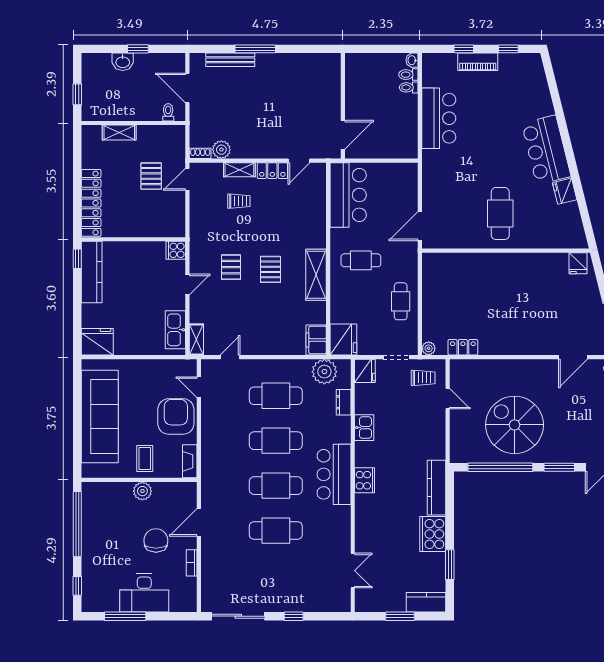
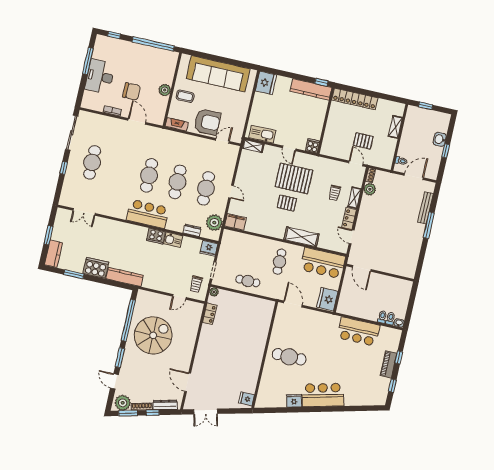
pallet: (231, 267) -> (294, 178), width x2.05, depth x2.00
shelving: (316, 275) -> (302, 237), moved
fridge: (343, 340) -> (327, 299), moved, turned 90
door: (230, 357) -> (231, 192), moved
cooker: (365, 480) -> (156, 236), moved
cafe table: (276, 531) -> (92, 162), moved

